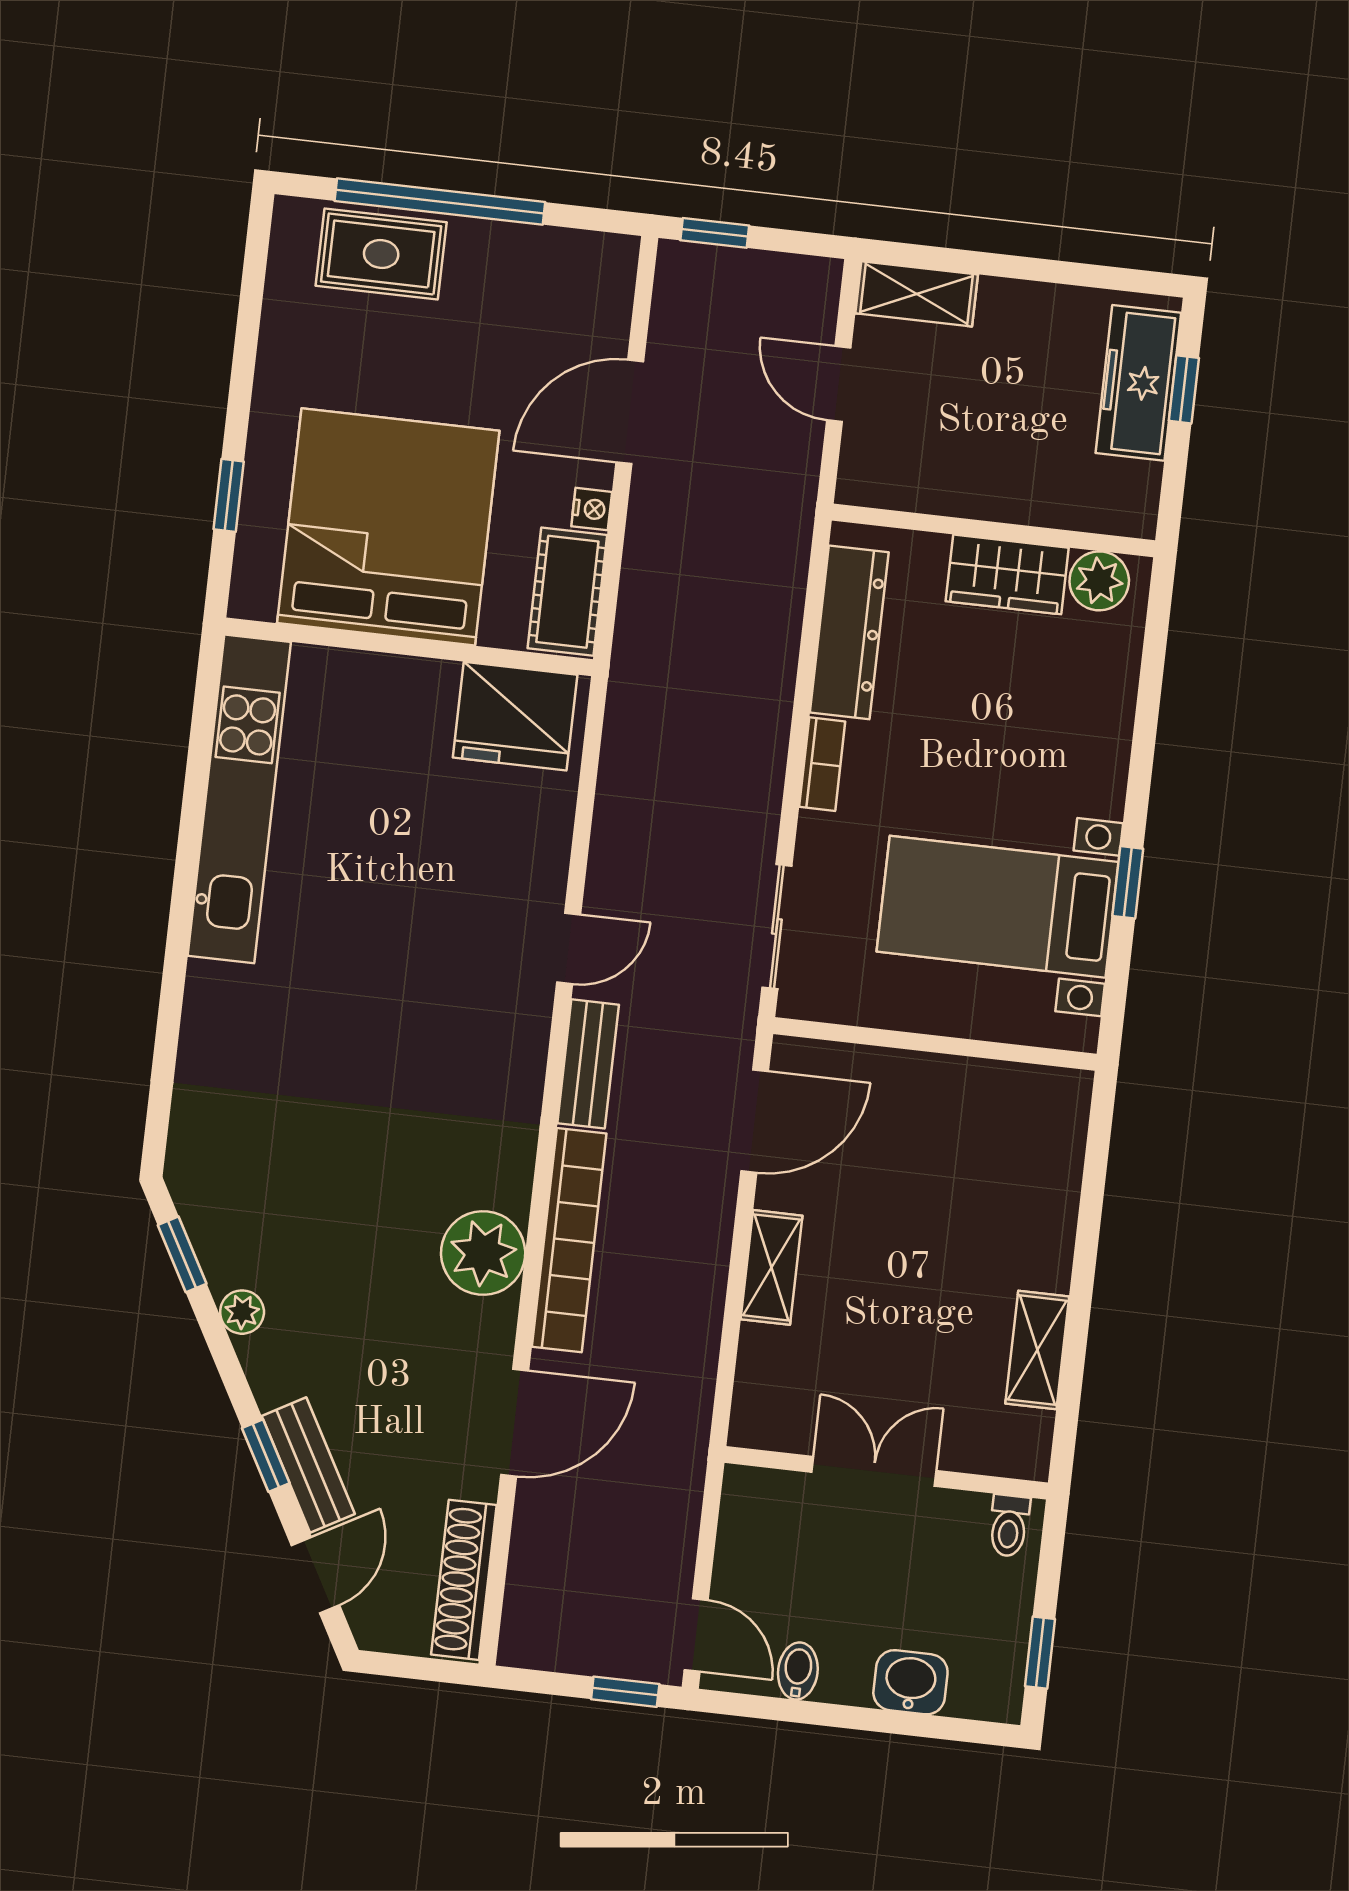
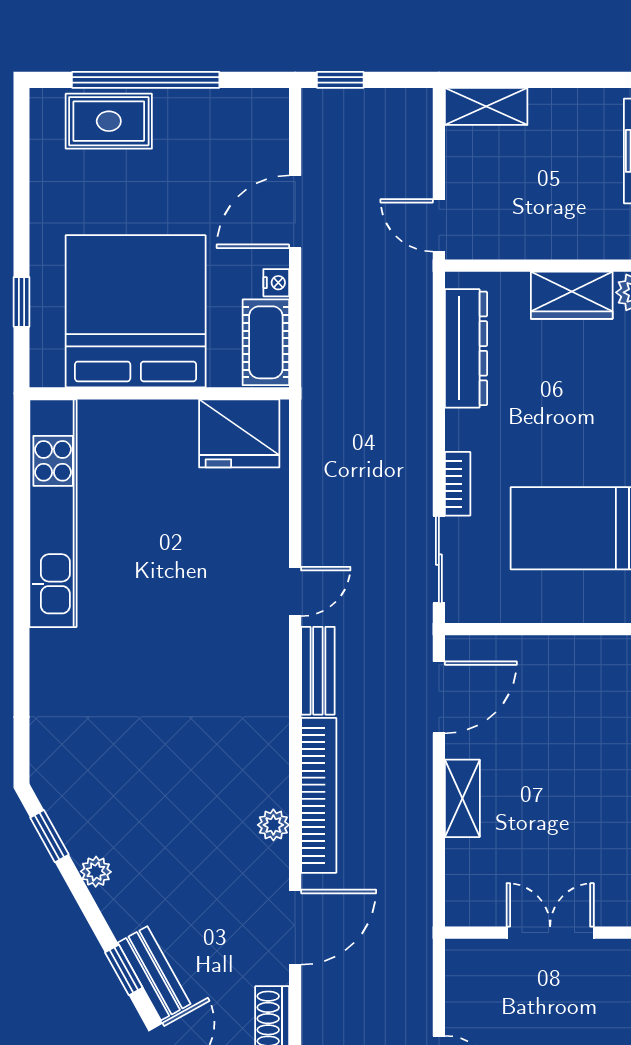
door: (839, 384) -> (439, 225), moved
bookcase: (822, 764) -> (458, 484), moved
plant: (483, 1253) -> (273, 825), width x0.53, depth x0.53

